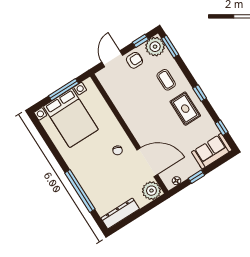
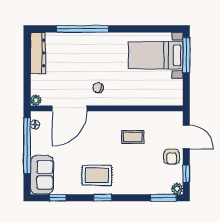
plant: (155, 47) -> (177, 189), width x0.53, depth x0.53
coffee table: (166, 80) -> (133, 137), moved
window: (63, 90) -> (186, 55), moved
bed with nightstands: (71, 118) -> (156, 55), width x0.73
window: (196, 177) -> (27, 145), width x3.17
plant: (151, 191) -> (36, 100), width x0.53, depth x0.53

